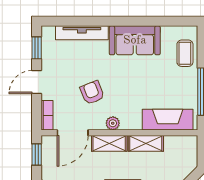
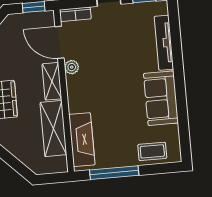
armchair: (92, 93) -> (103, 59), removed
plant: (113, 123) -> (72, 67), moved
shelving: (146, 143) -> (53, 129), width x1.50, depth x1.33

